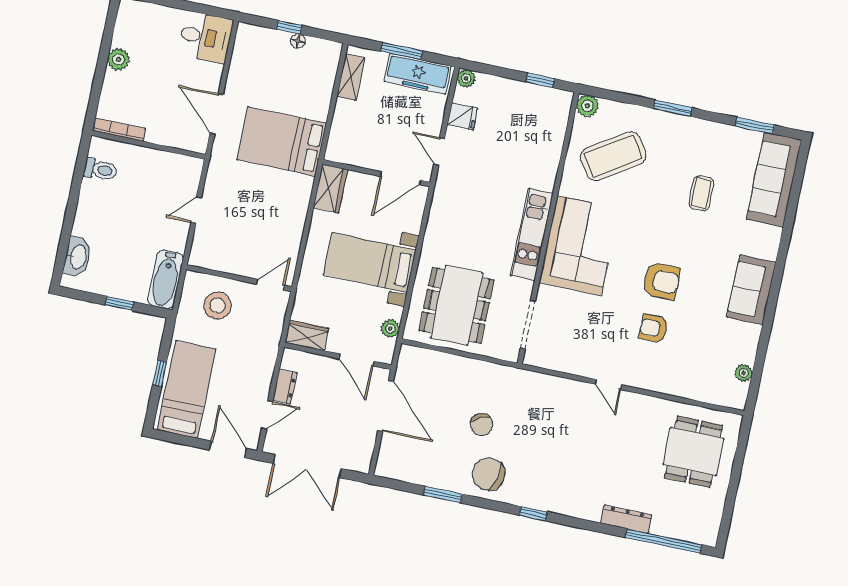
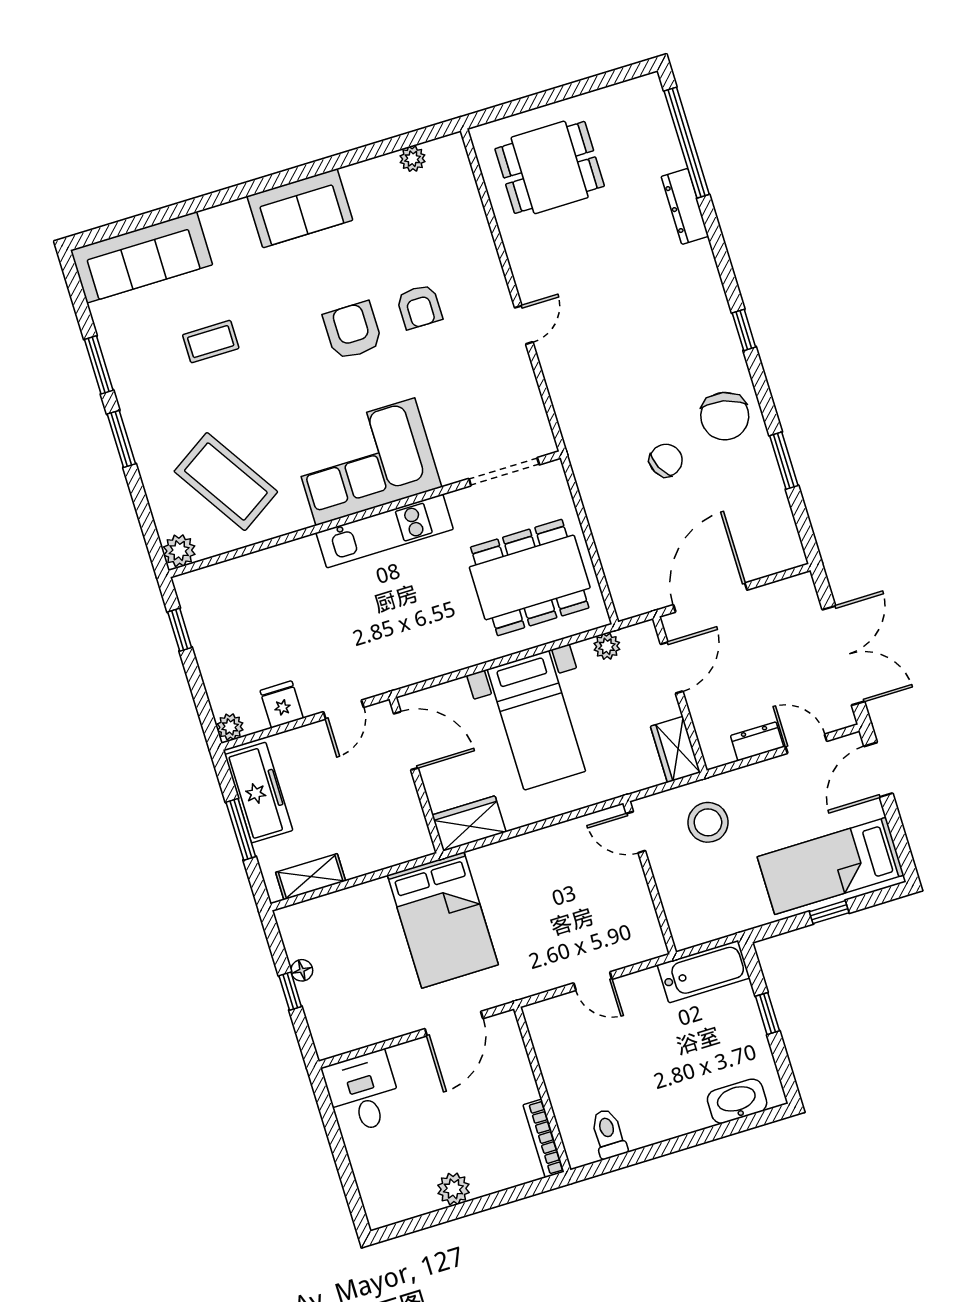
window: (755, 126) -> (99, 365), moved
stool: (218, 305) -> (708, 822), moved

